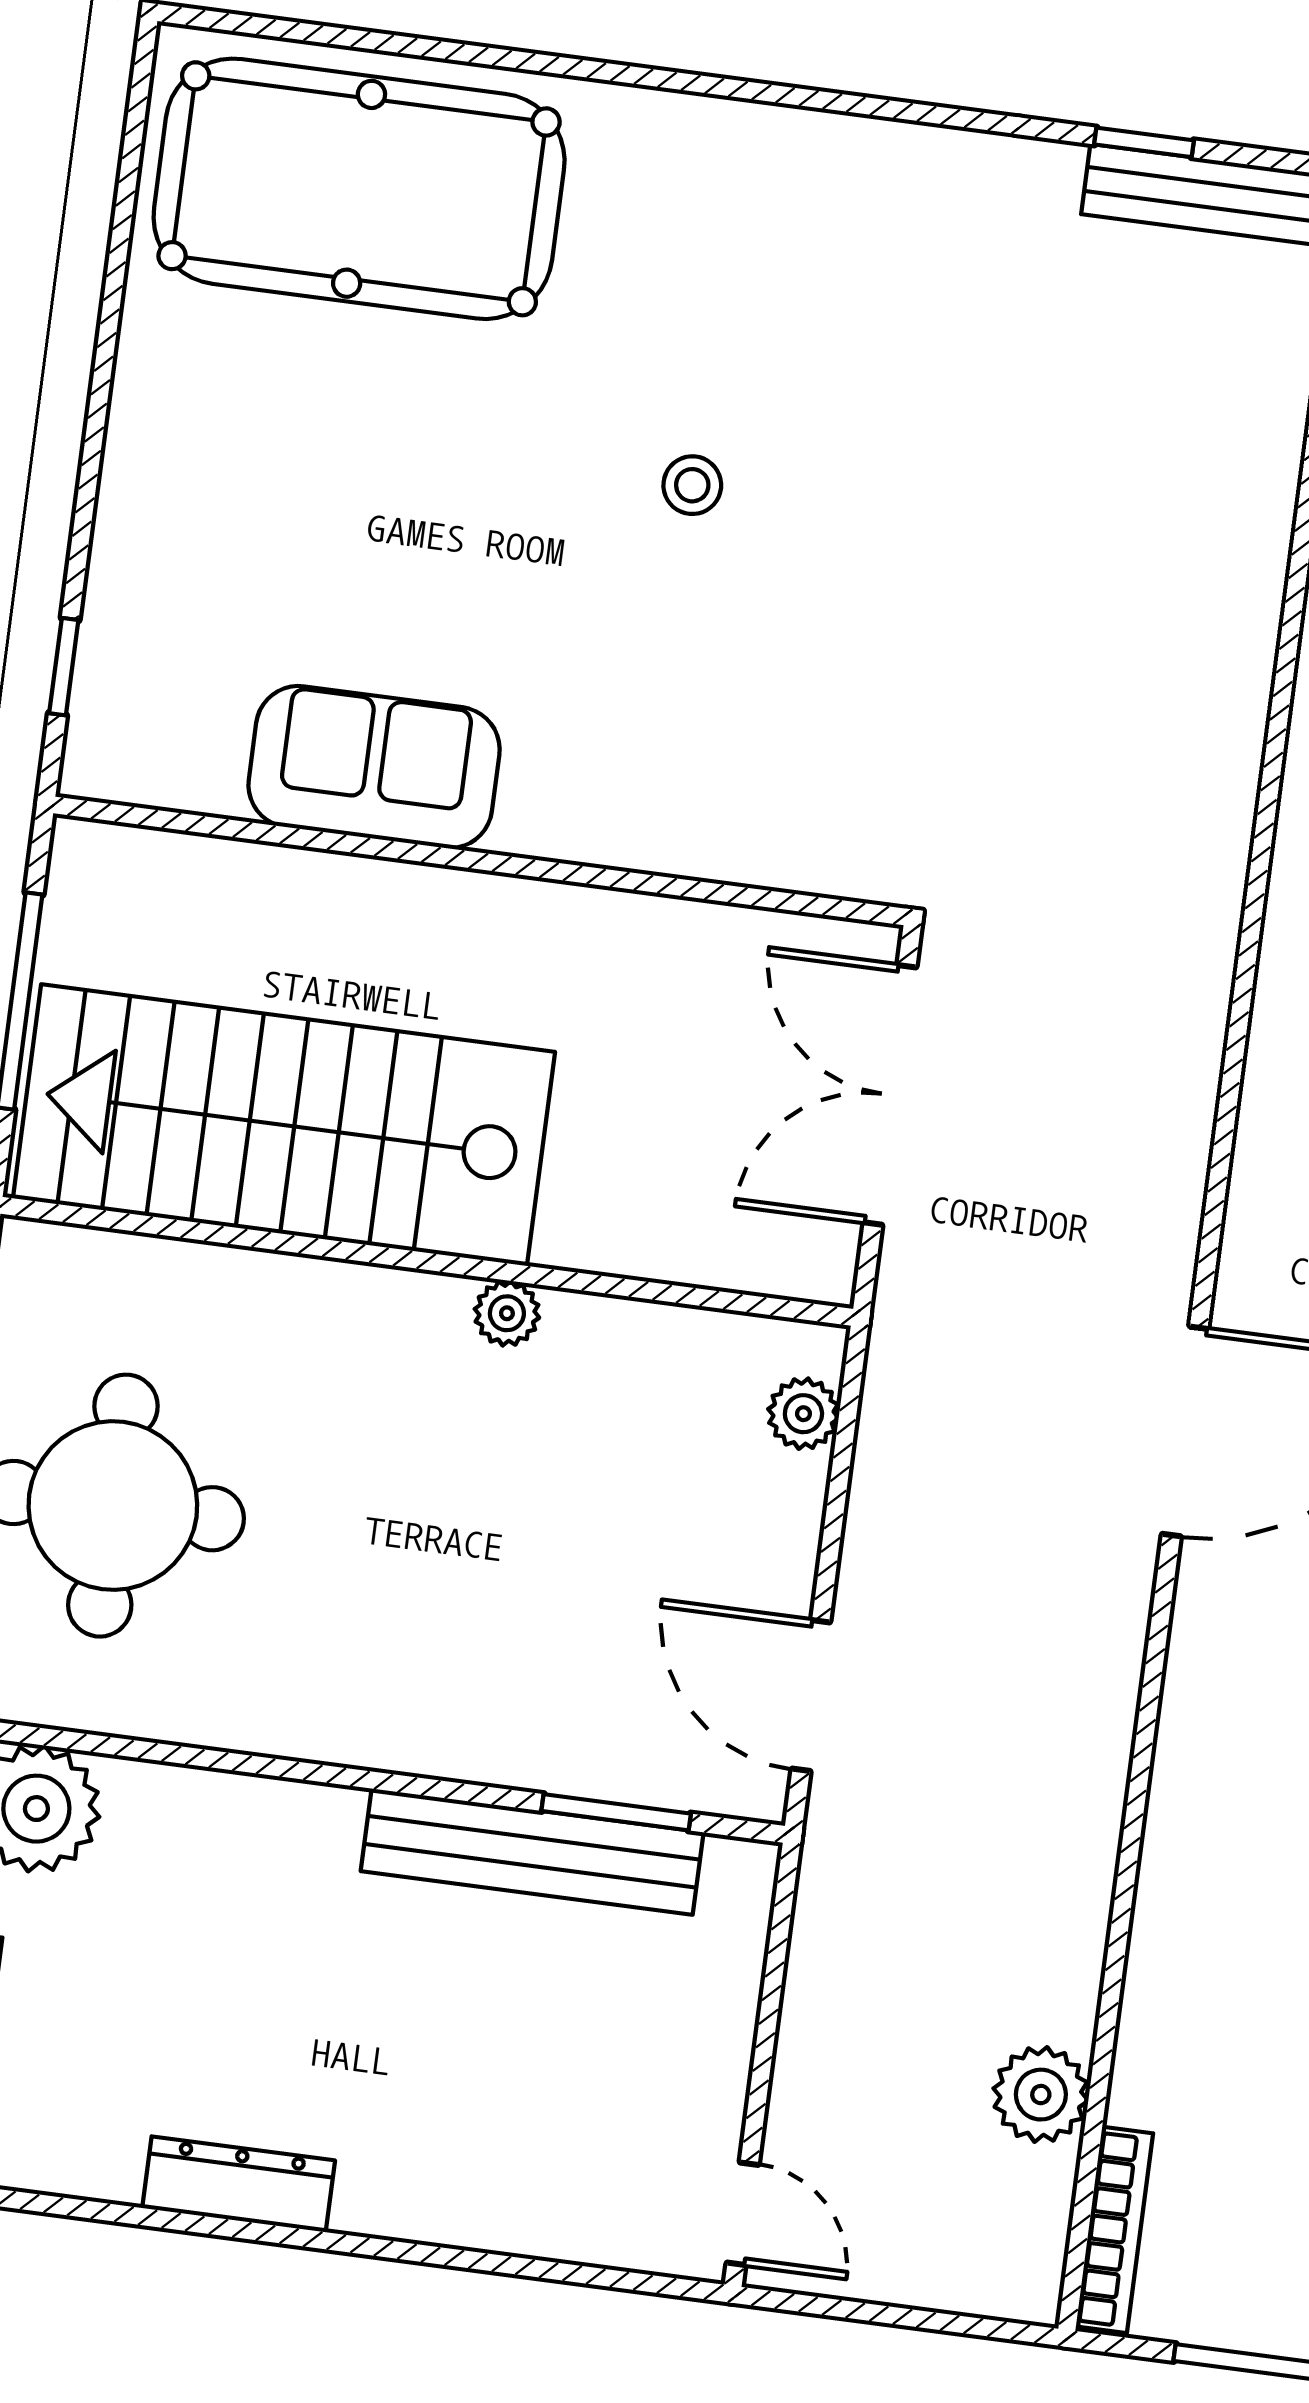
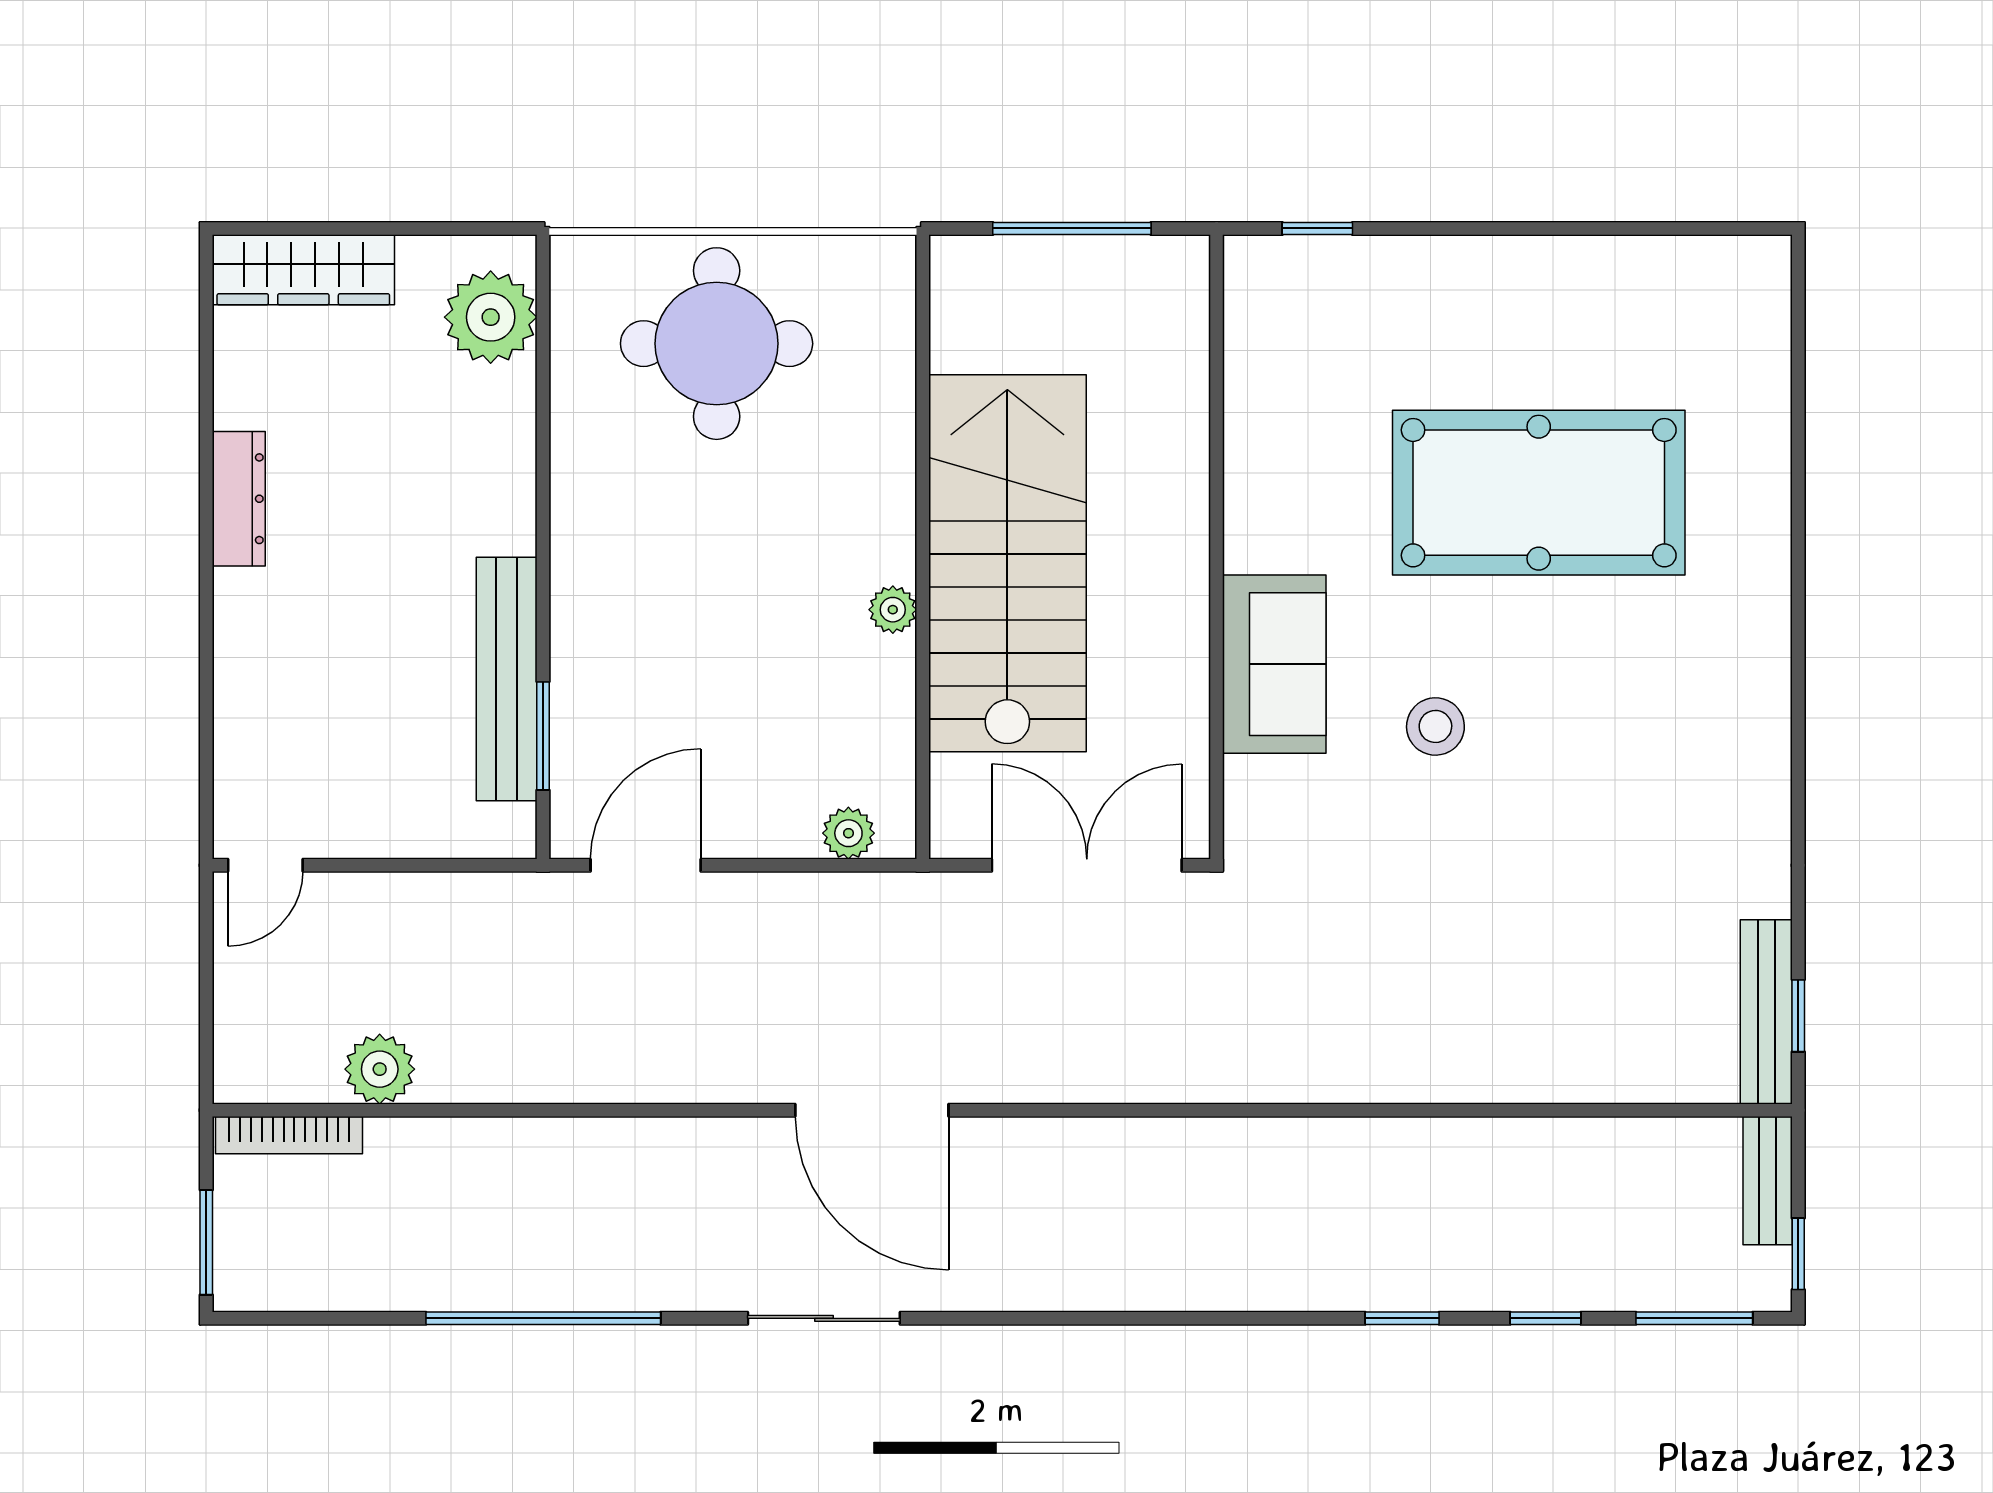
window: (1144, 142) -> (1798, 1016), moved
pool table: (359, 189) -> (1539, 493), moved, turned 90
stool: (692, 485) -> (1435, 726), moved, width x1.37, depth x1.37
sofa: (374, 767) -> (1274, 664), moved
stairs: (284, 1125) -> (1007, 563), moved

